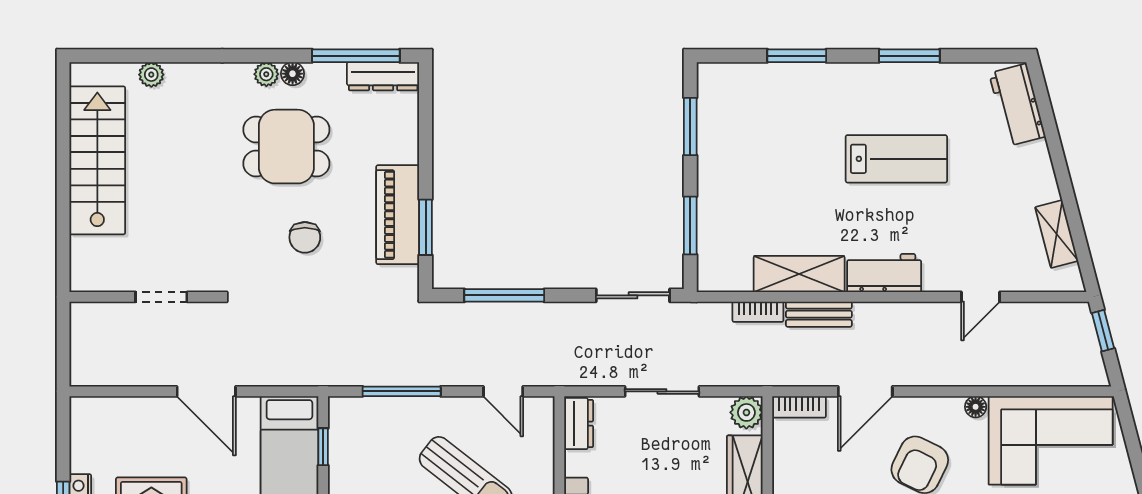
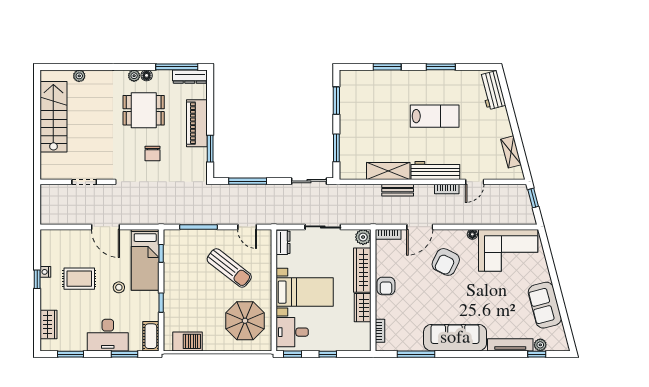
piano: (398, 215) -> (197, 123), moved
workbench: (884, 273) -> (435, 171), width x1.38
bookcase: (758, 312) -> (447, 189), moved

